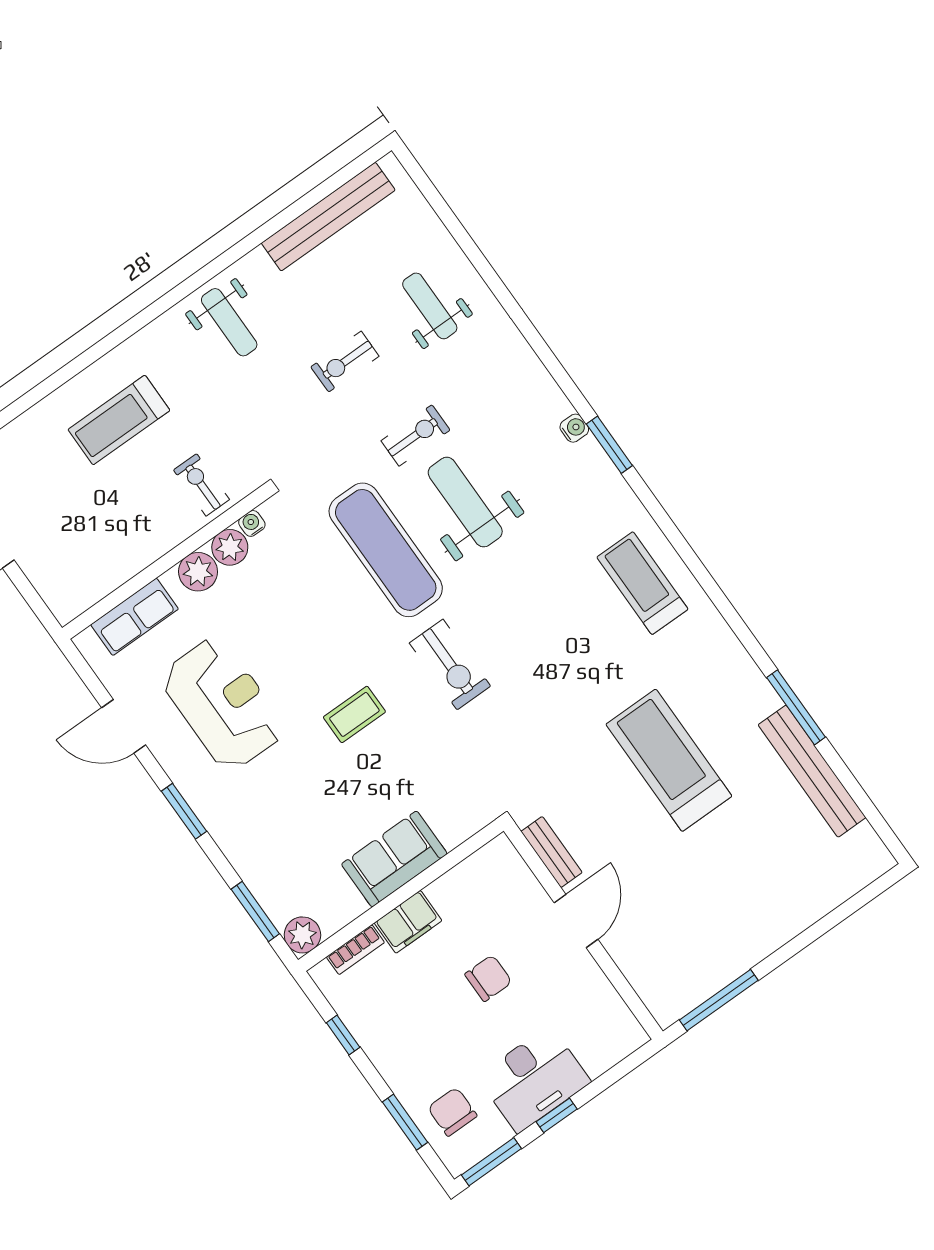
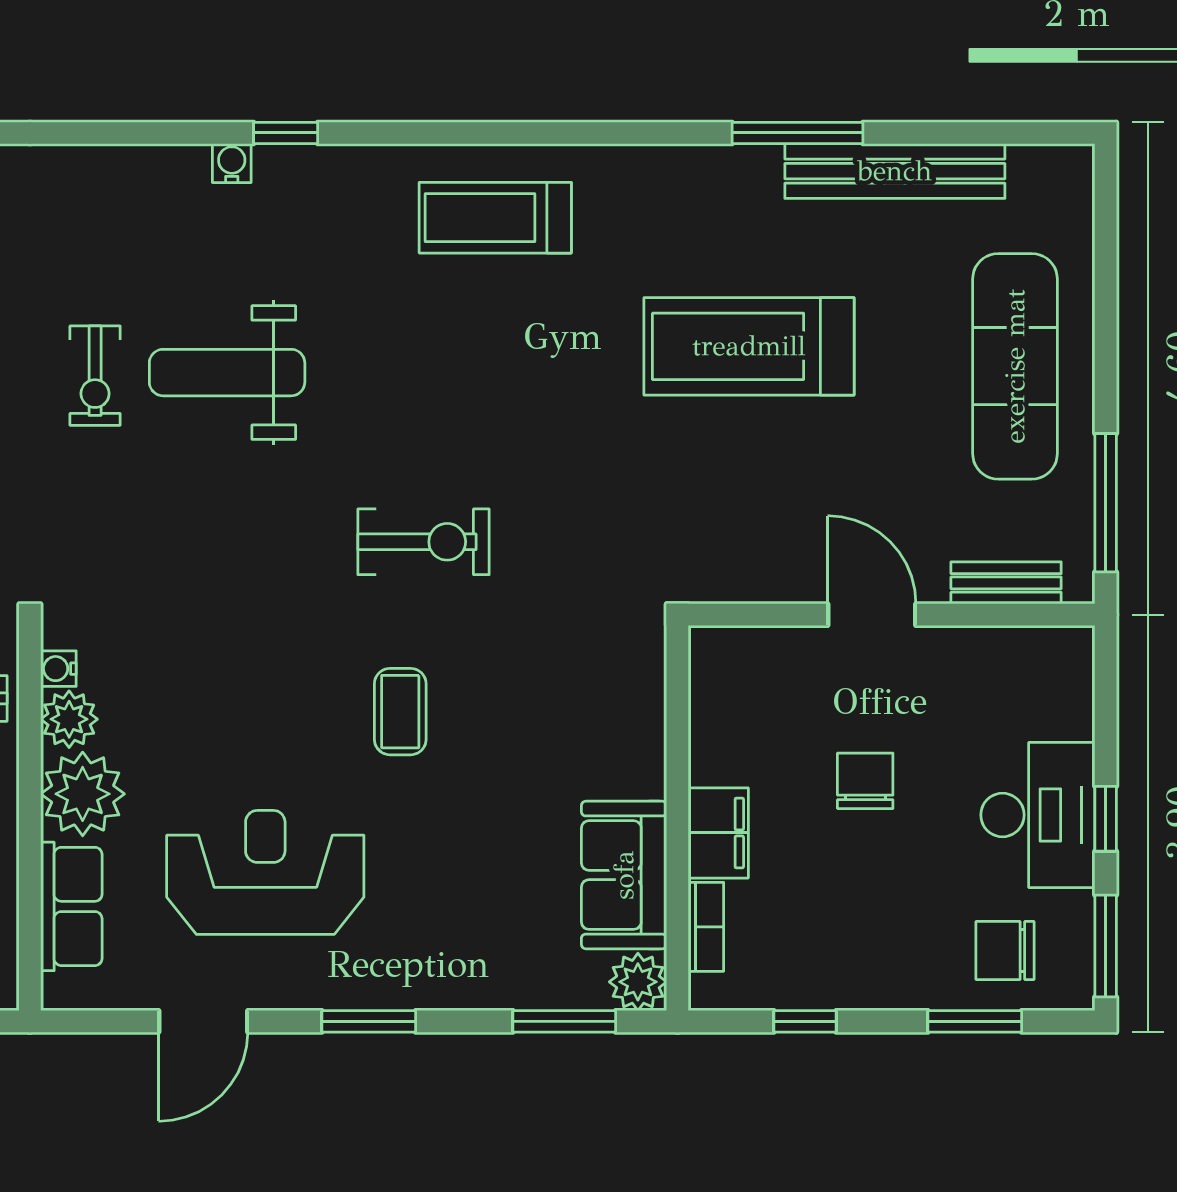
exercise bike: (415, 435) -> (95, 376), turned 180
window: (609, 445) -> (286, 133), width x0.67
exercise mat: (386, 550) -> (1015, 366), moved, turned 90
plant: (198, 572) -> (83, 794), width x1.36, depth x1.36
bench: (552, 852) -> (1006, 583), moved
sofa: (394, 859) -> (624, 875), moved

